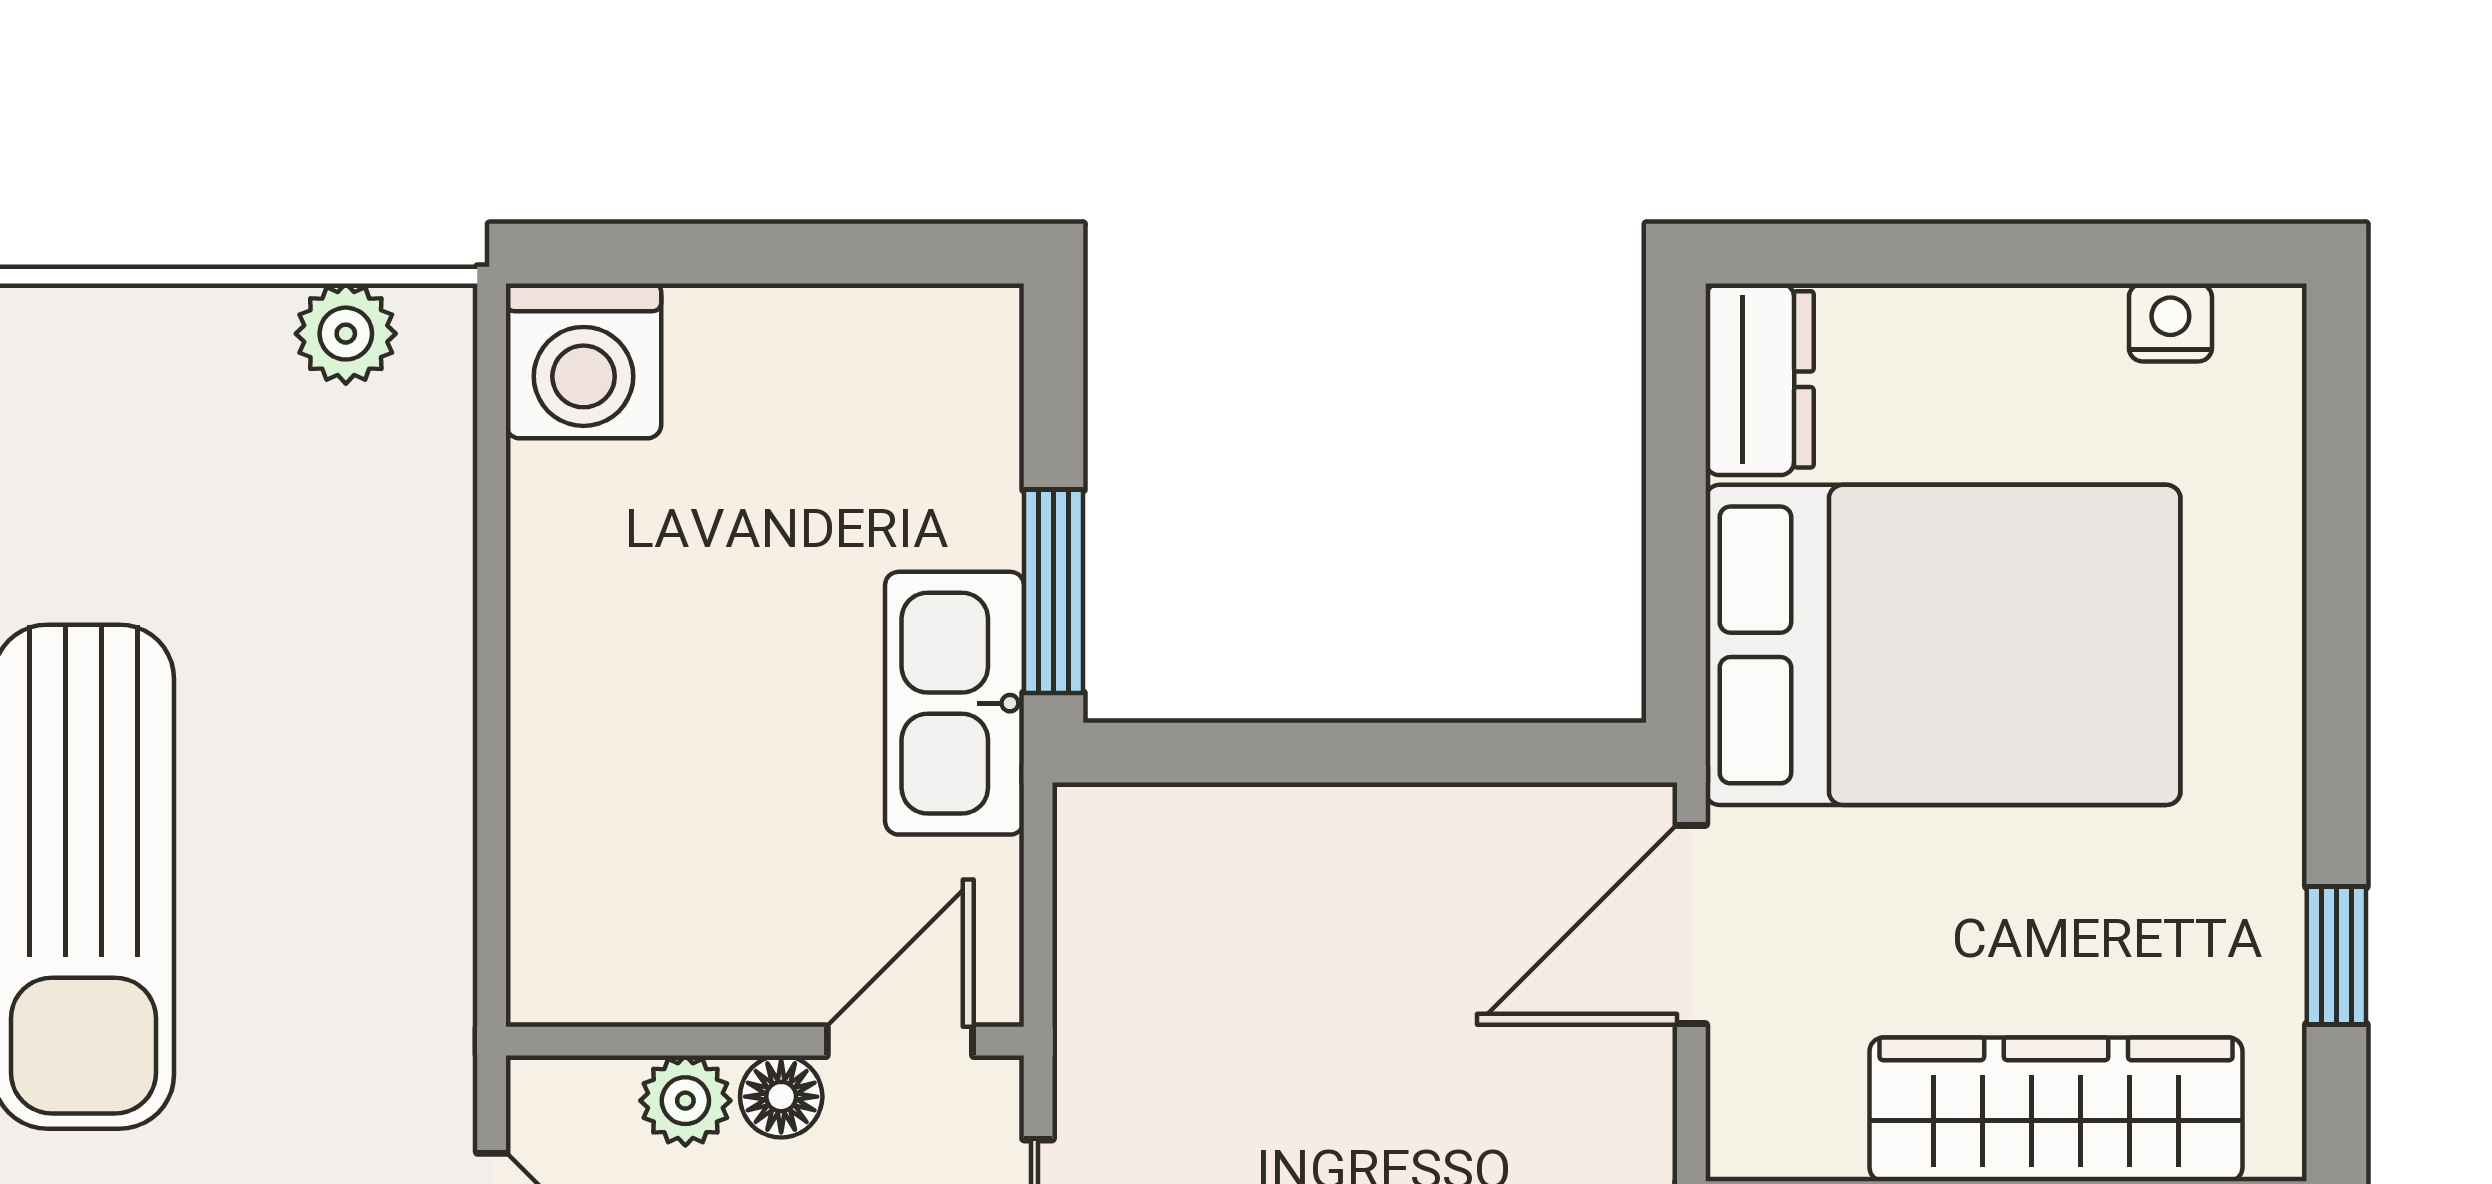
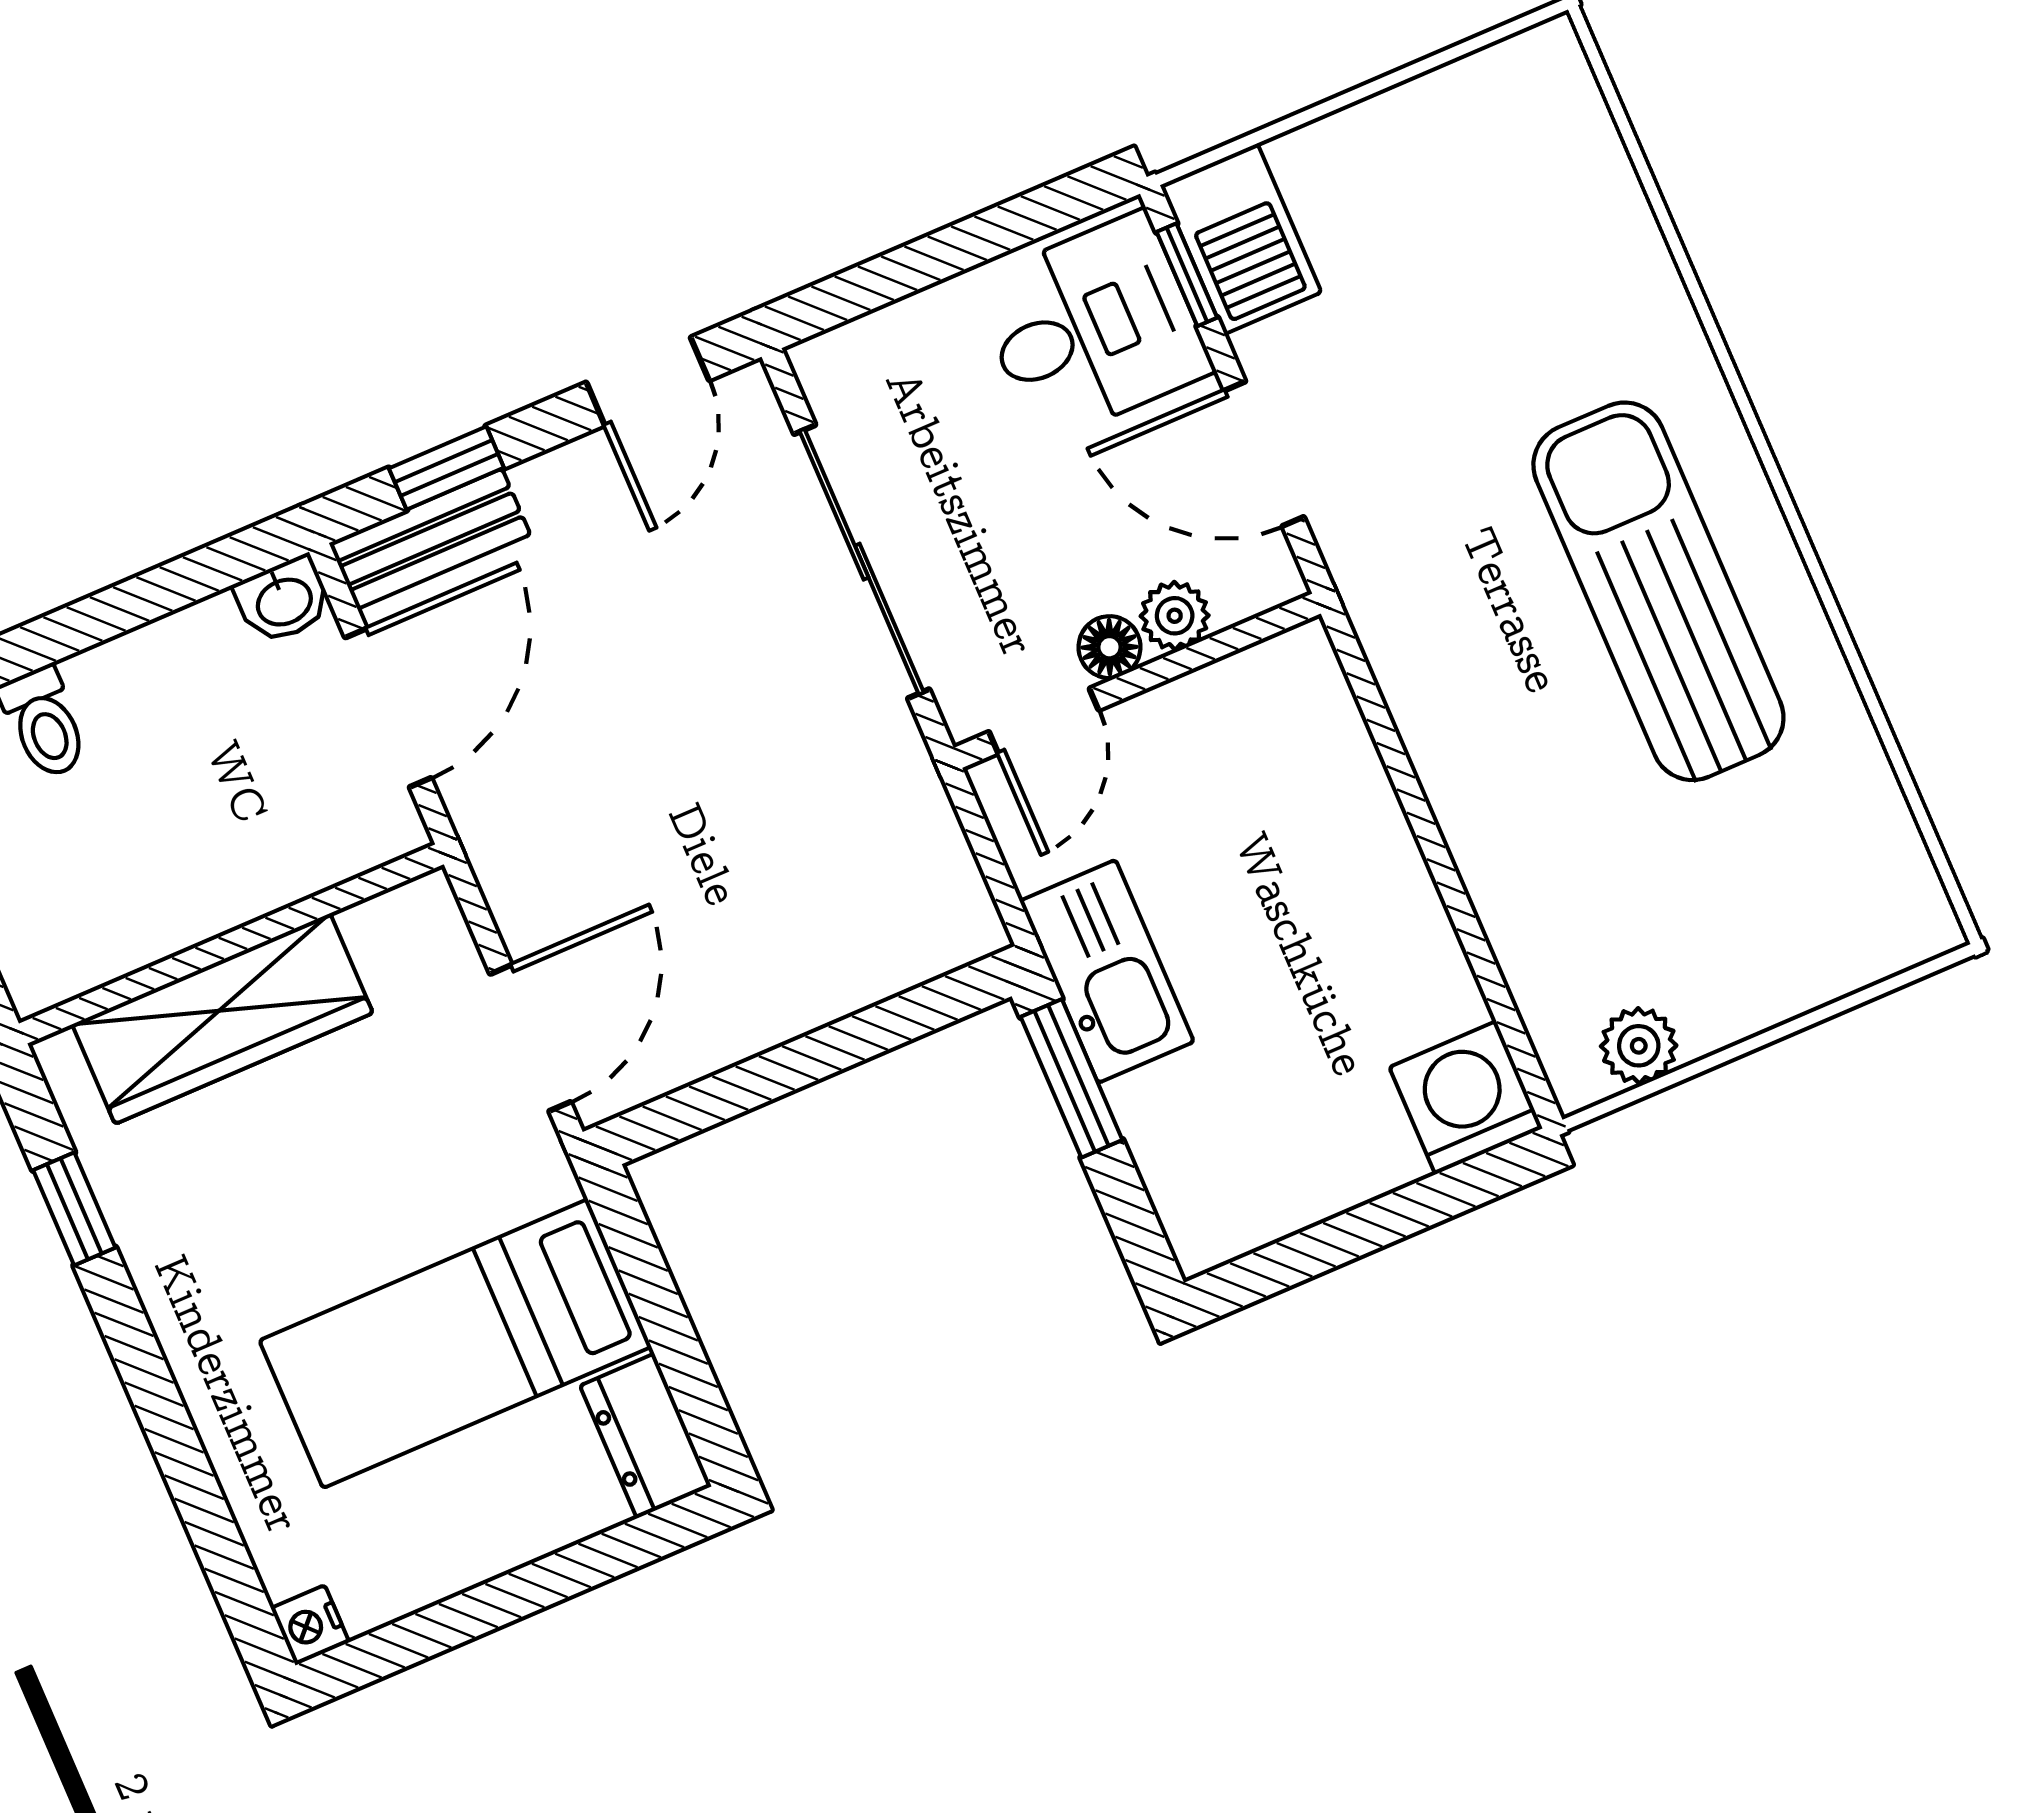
nightstand: (2170, 322) -> (310, 1625), moved, turned 90
bed: (1943, 645) -> (455, 1344), width x0.67

